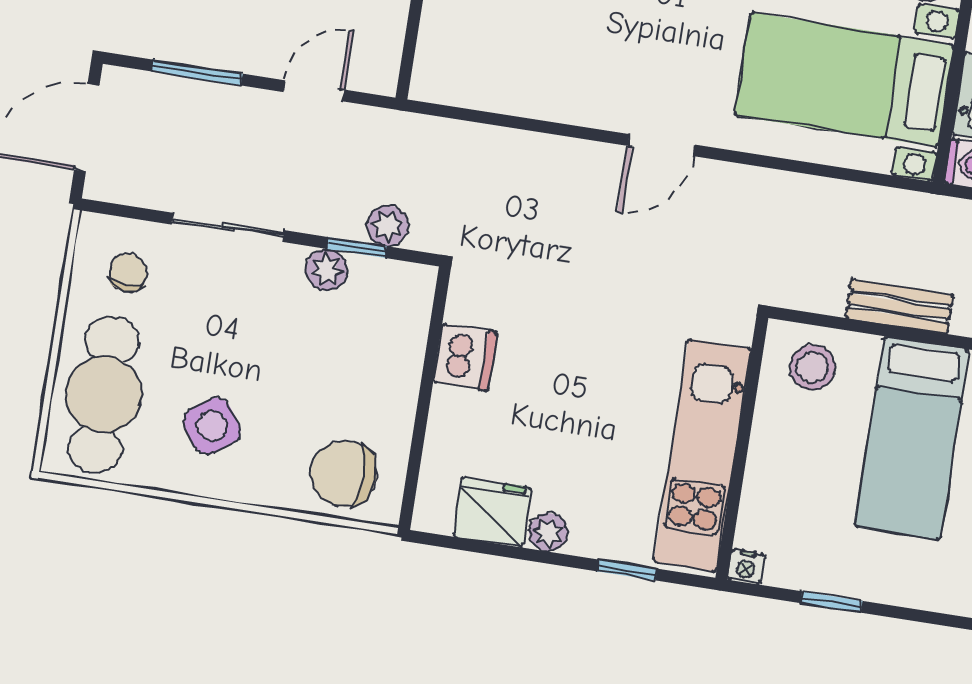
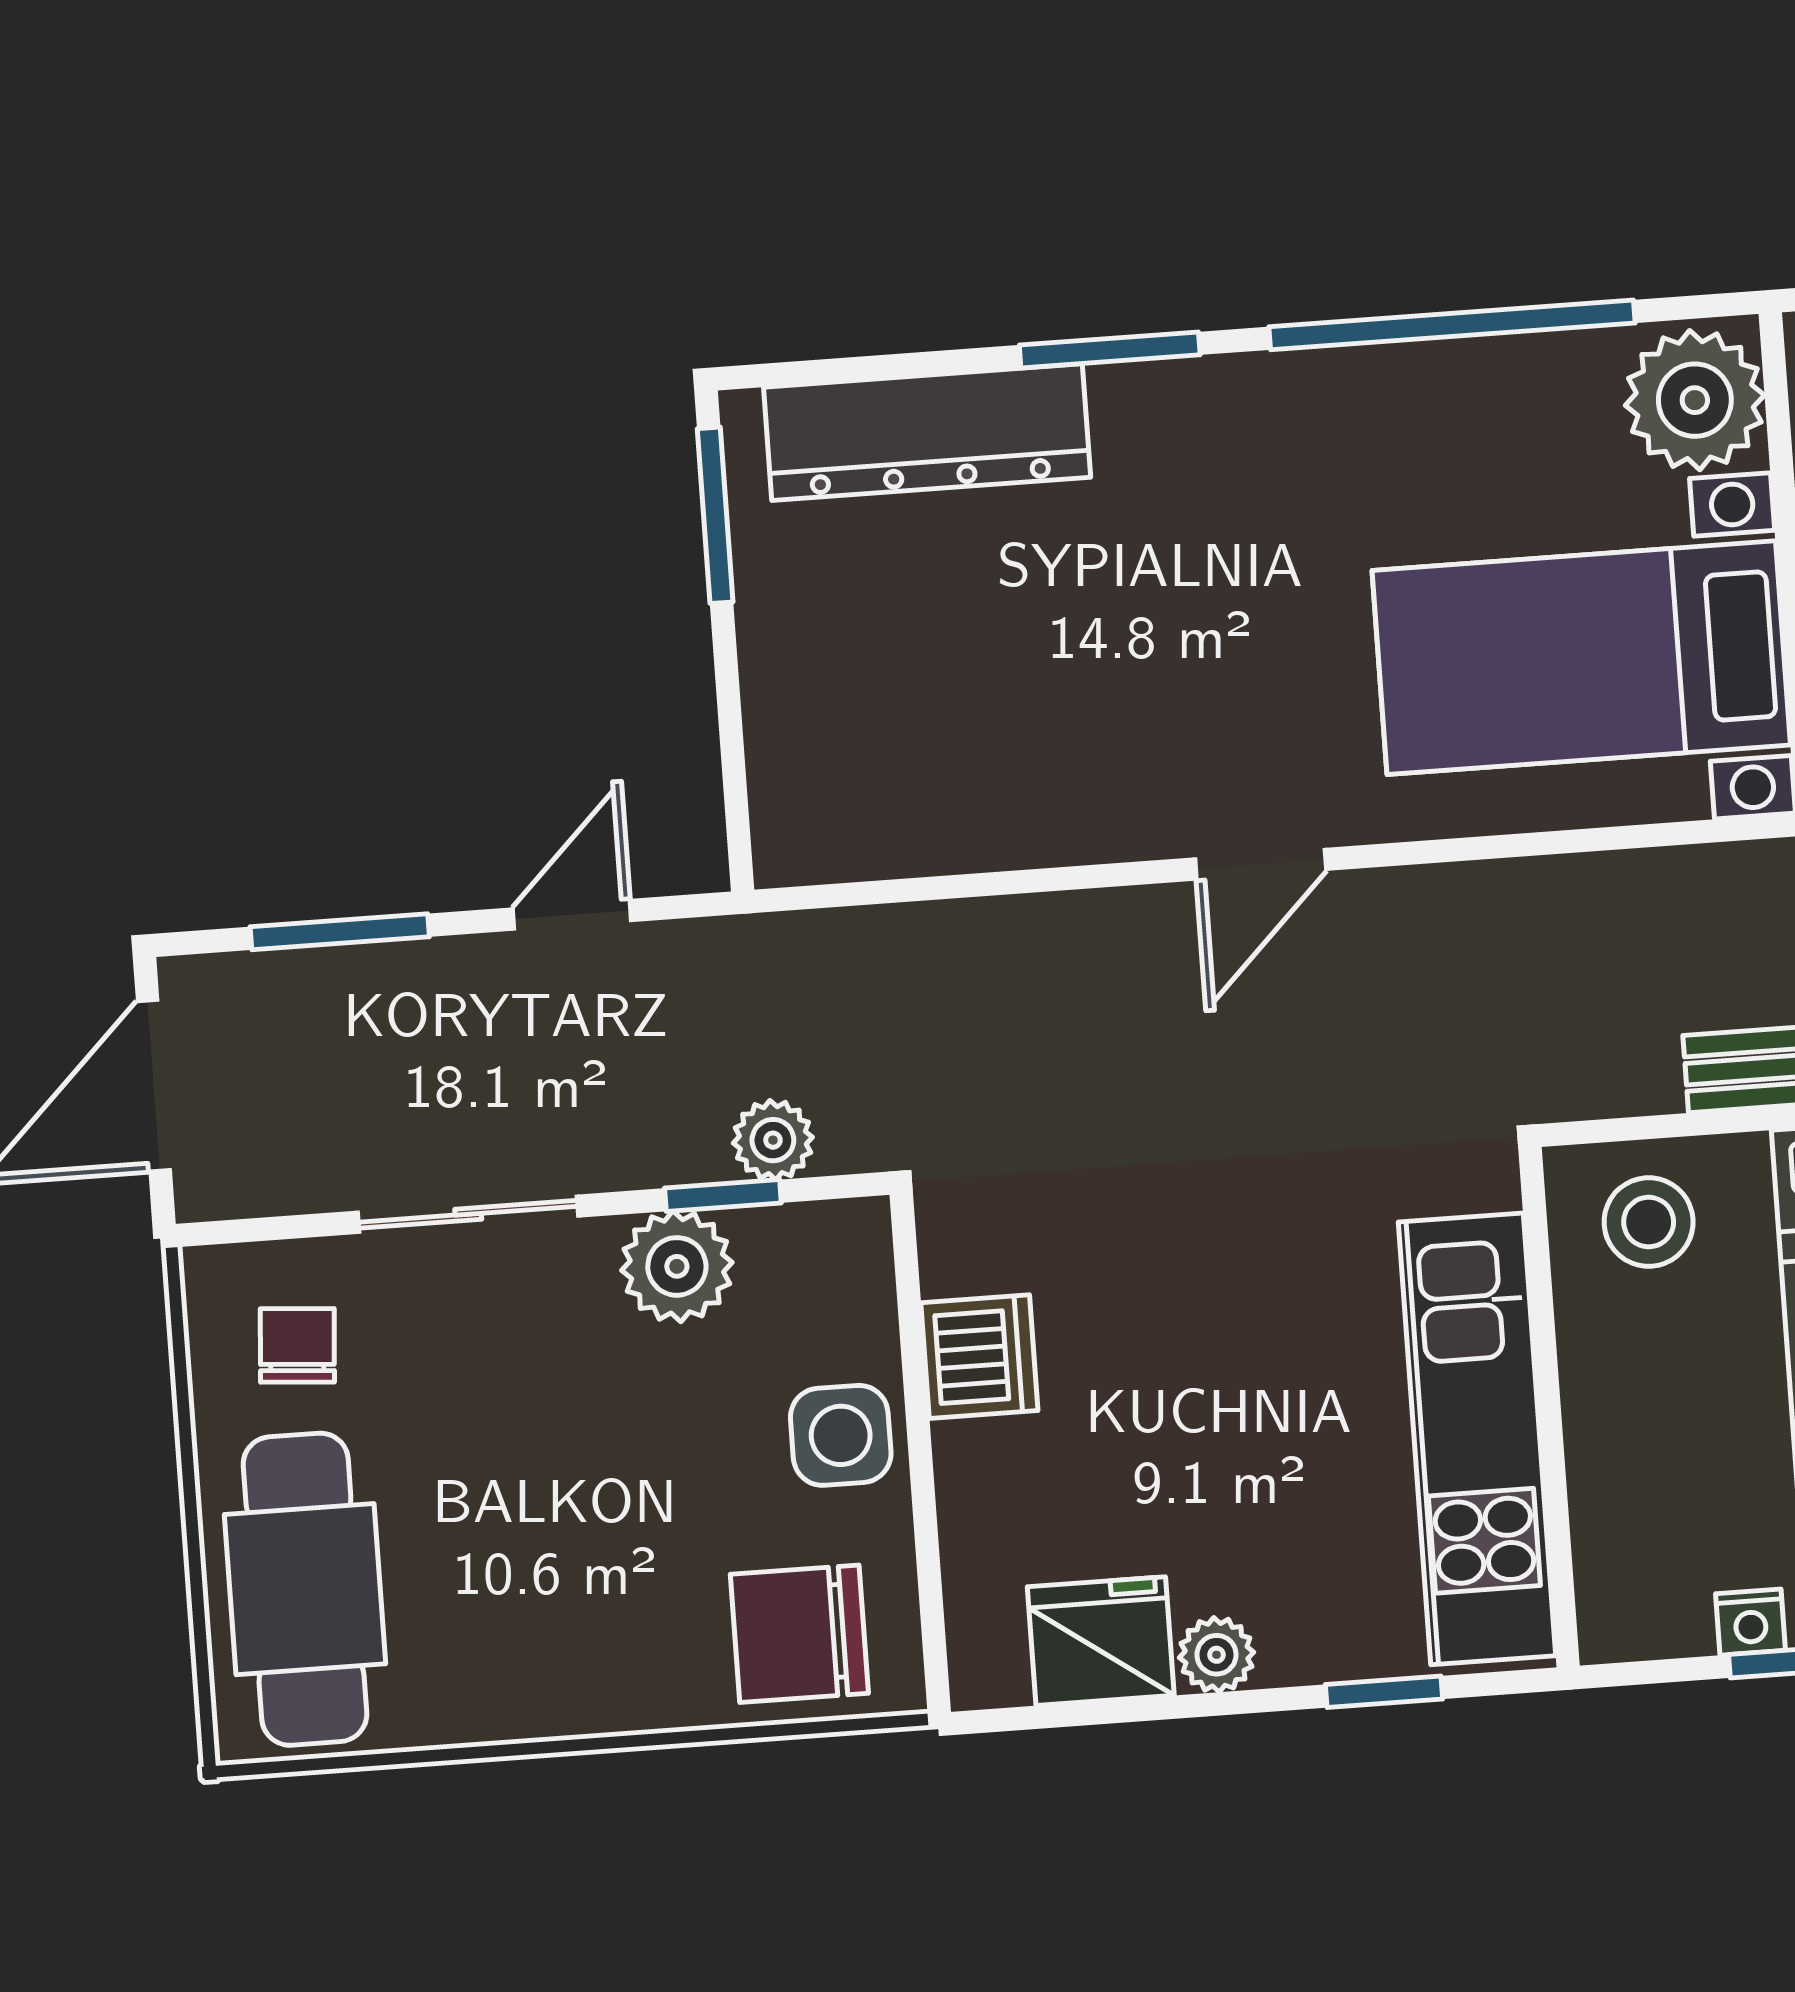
plant: (327, 270) -> (677, 1266), width x1.38, depth x1.38
side table: (212, 426) -> (841, 1435), moved, turned 37
nightstand: (746, 567) -> (1751, 1622), moved

